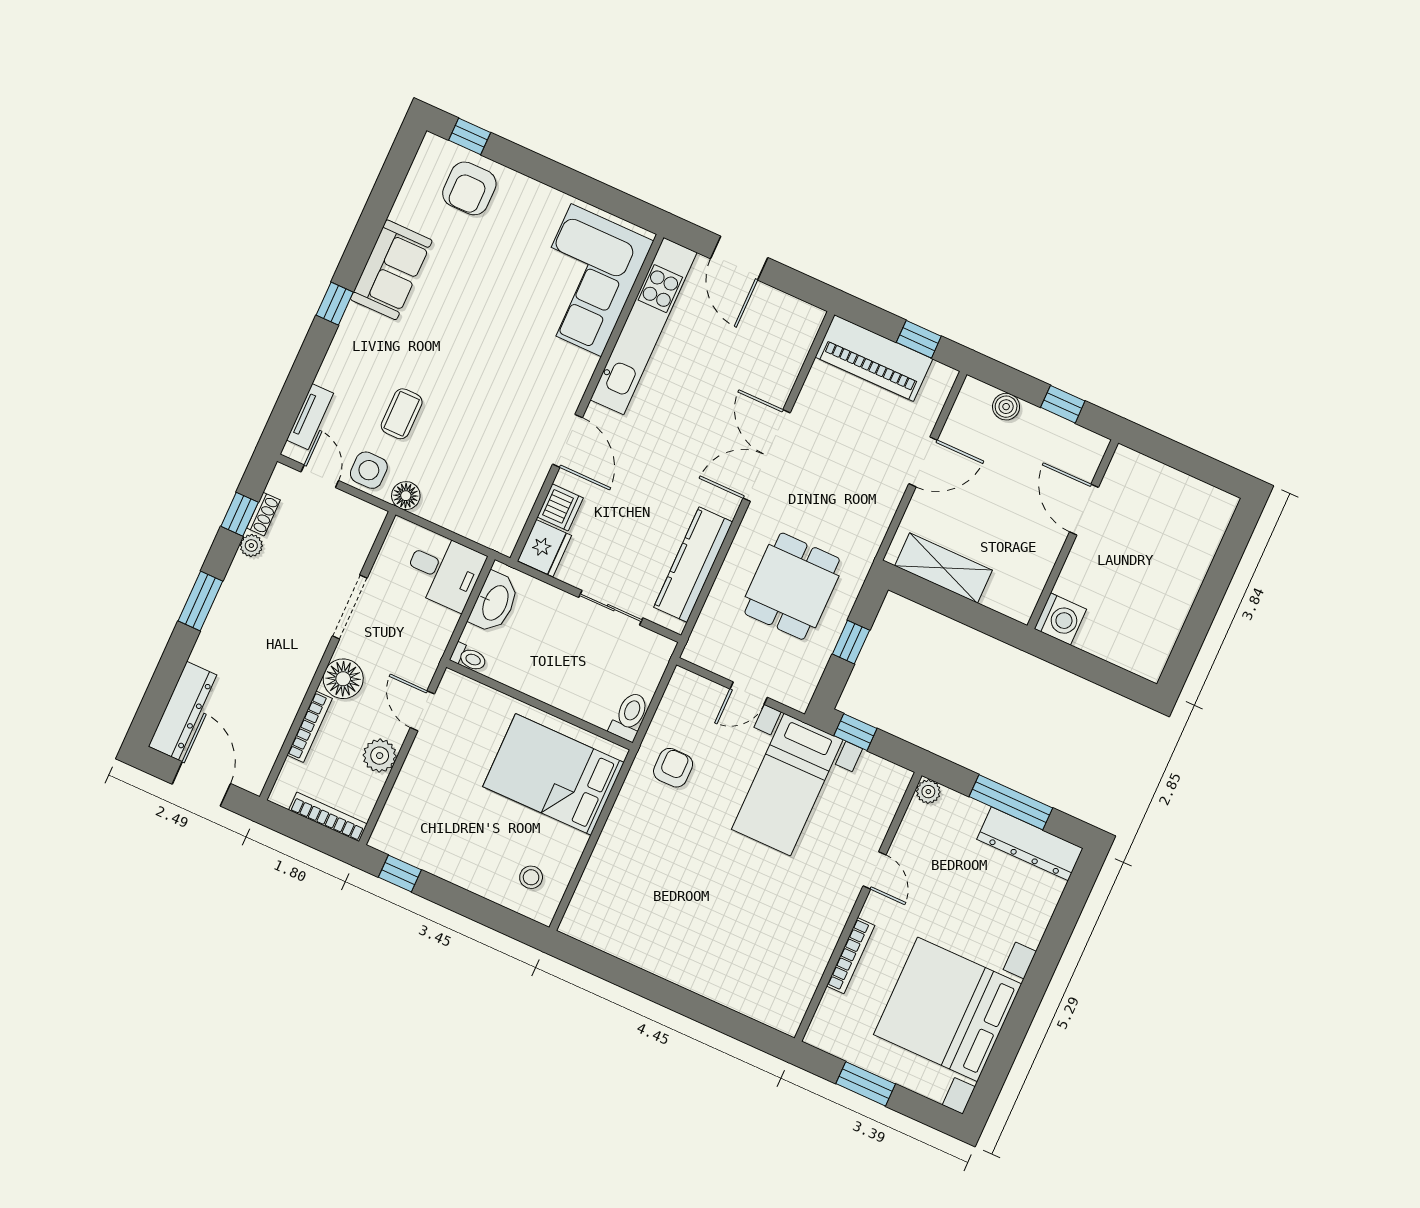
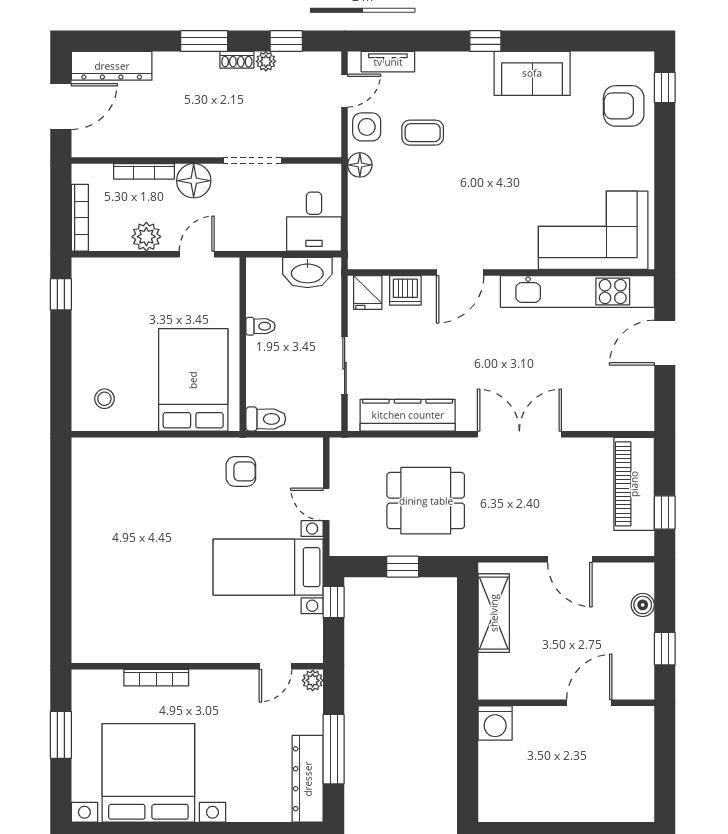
shoe rack: (264, 514) -> (237, 60), moved
fridge: (545, 548) -> (368, 293), width x0.72
toilet: (469, 658) -> (261, 326), moved, turned -90
door: (875, 870) -> (276, 666), moved

